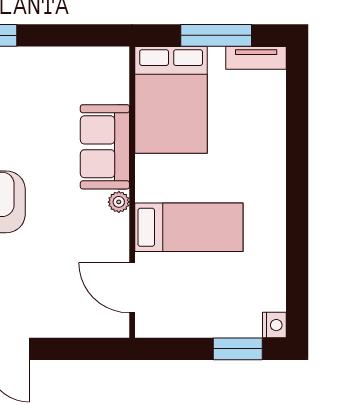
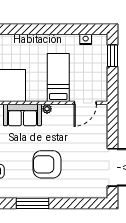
nightstand: (274, 325) -> (86, 39), moved

